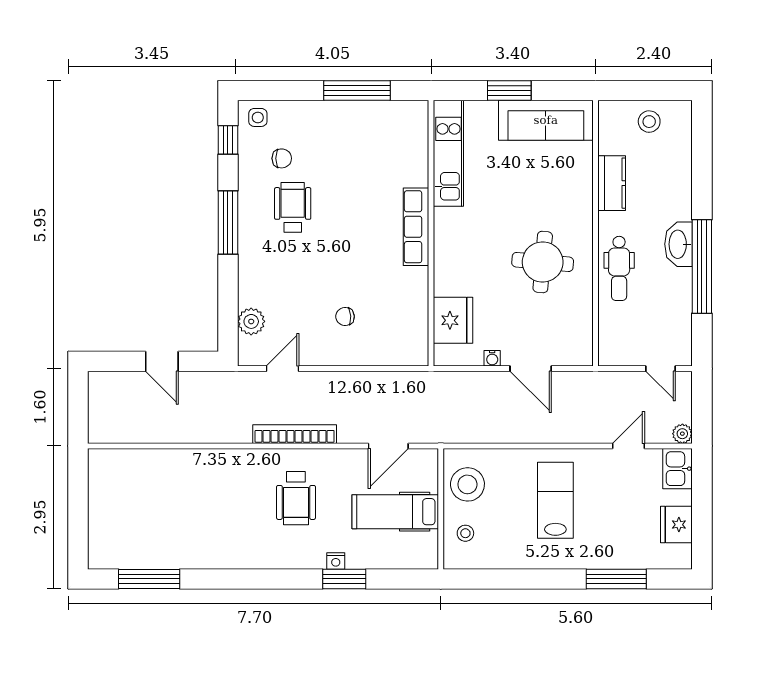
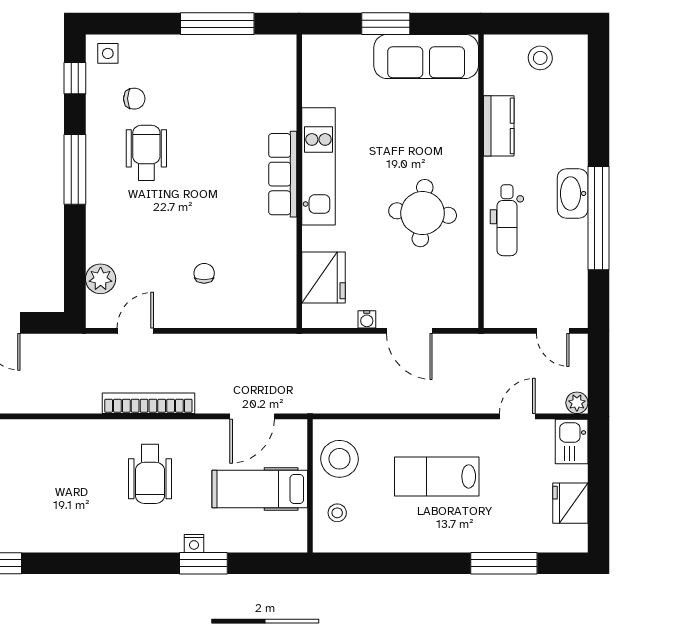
kitchen unit: (448, 153) -> (318, 166), moved
chair: (345, 316) -> (204, 273), turned 94
lab bench: (555, 500) -> (437, 476), turned -90

